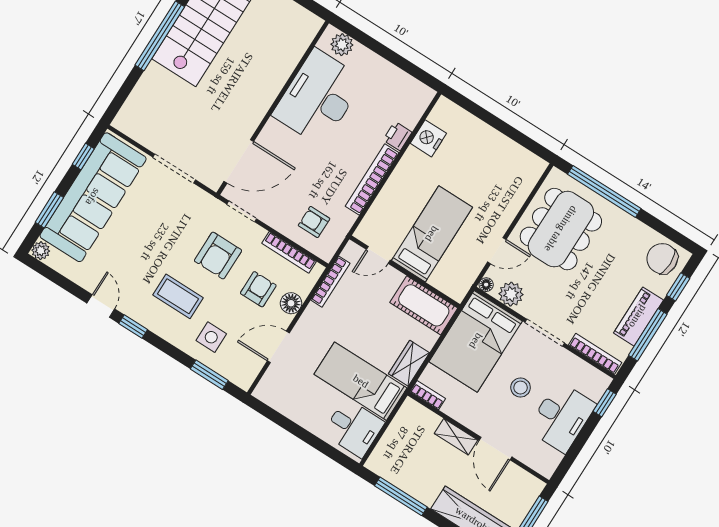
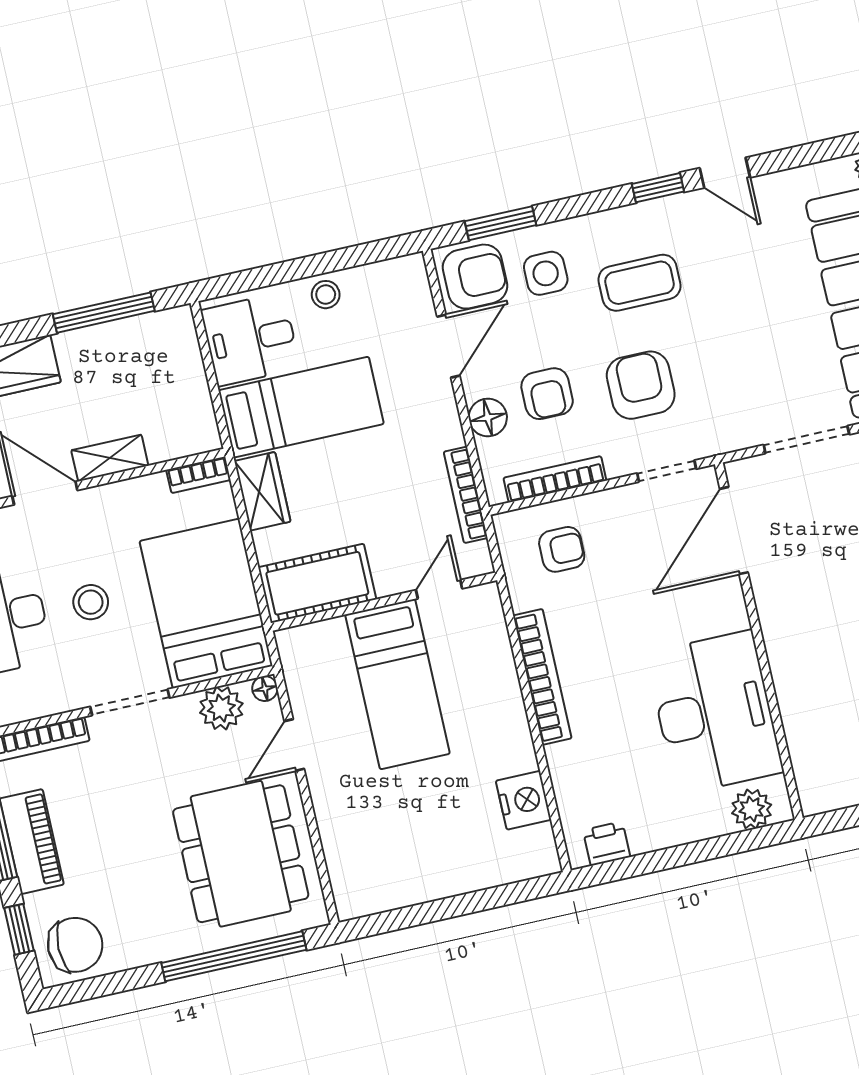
printer: (397, 136) -> (607, 843), moved, turned -90
armchair: (240, 364) -> (475, 277), added
stool: (306, 416) -> (326, 295), added

